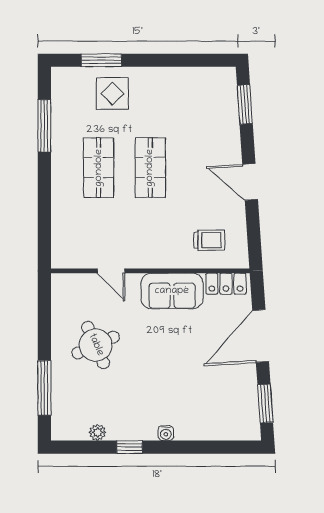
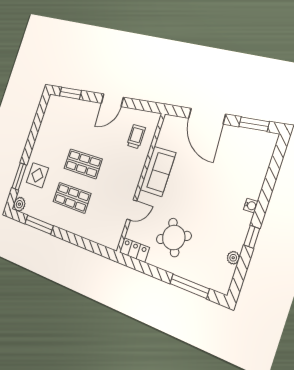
plant: (62, 78) -> (19, 204), added
locker: (226, 284) -> (134, 250), moved, turned -90

